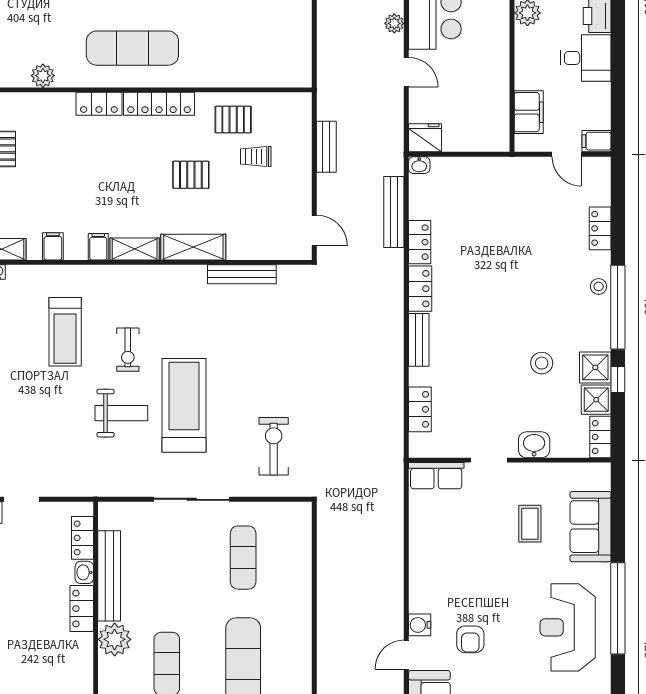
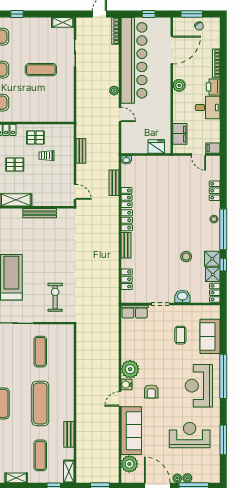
fridge: (425, 138) -> (156, 146), moved
bench: (394, 212) -> (114, 183), width x0.73
plant: (427, 594) -> (130, 369), added

